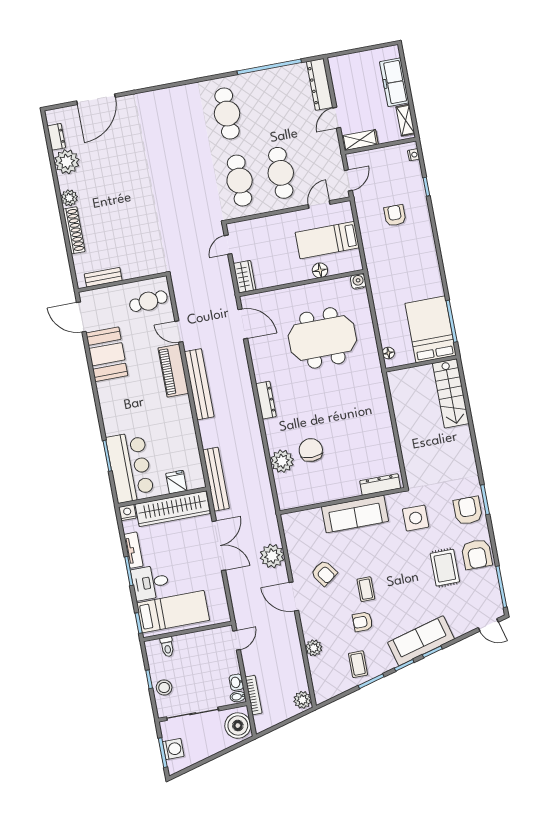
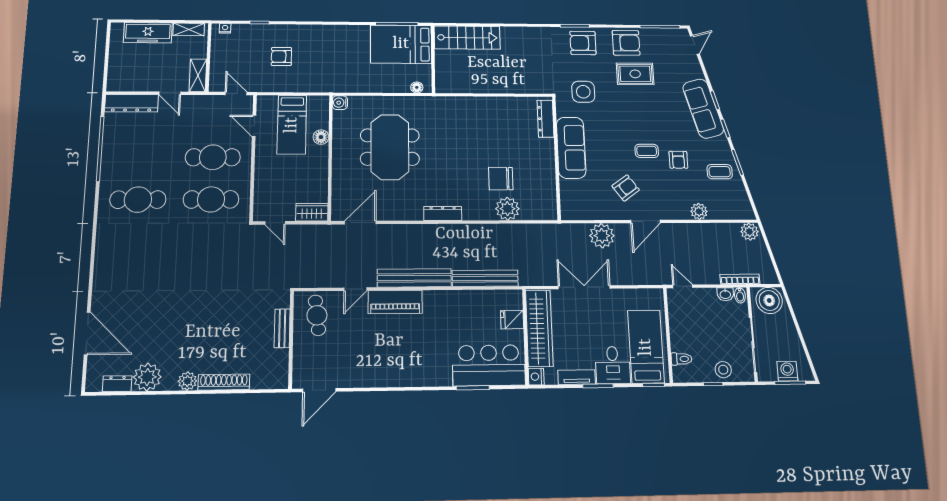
bench: (103, 277) -> (282, 328), moved
booth: (107, 354) -> (365, 369), removed
bench: (216, 479) -> (485, 278), moved

